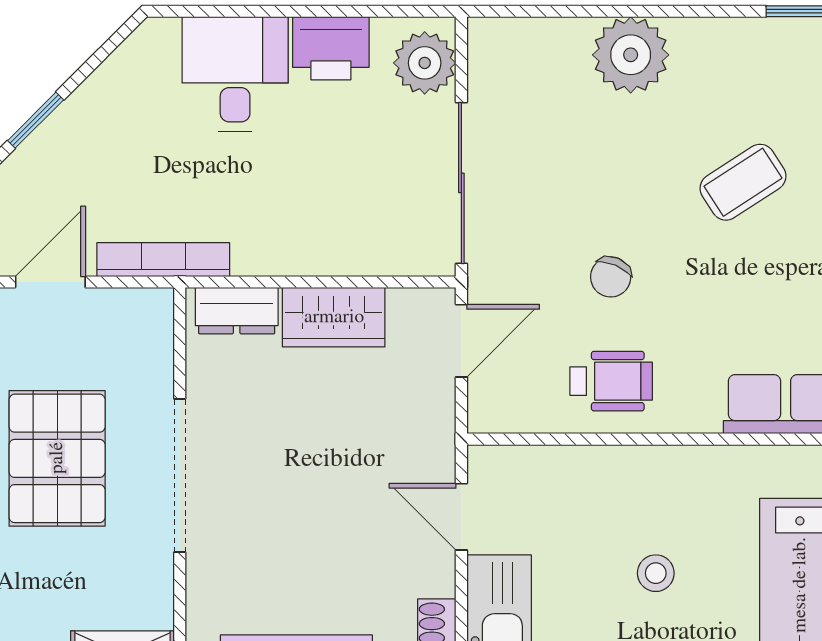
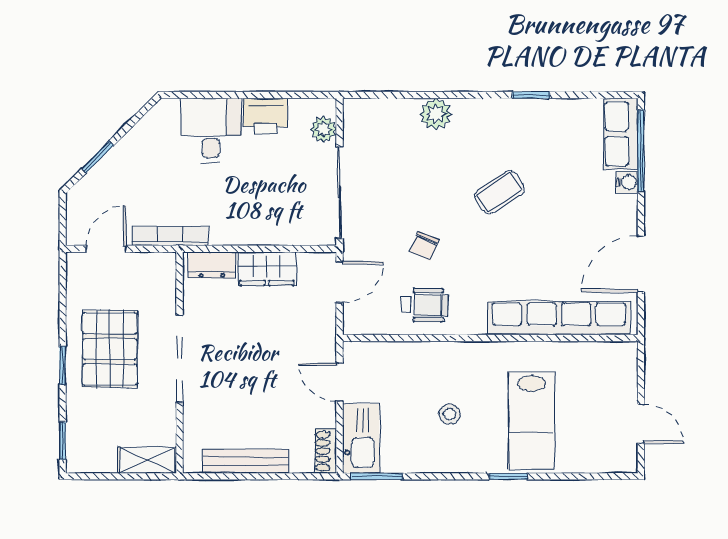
plant: (631, 55) -> (436, 114), width x0.73, depth x0.73
plant: (425, 63) -> (323, 129), width x0.73, depth x0.73

